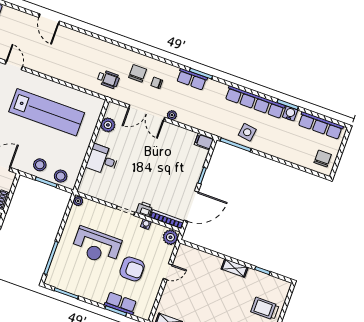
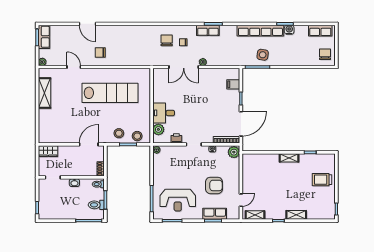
chair: (52, 59) -> (100, 53), added
wheelchair: (108, 79) -> (147, 52), removed
plant: (108, 125) -> (158, 129), moved
row of seats: (321, 126) -> (320, 31), width x0.68
filing cabinet: (204, 142) -> (233, 84), moved
printer: (144, 209) -> (176, 138), moved
reception desk: (97, 246) -> (178, 200), moved
door: (168, 272) -> (241, 200), moved

